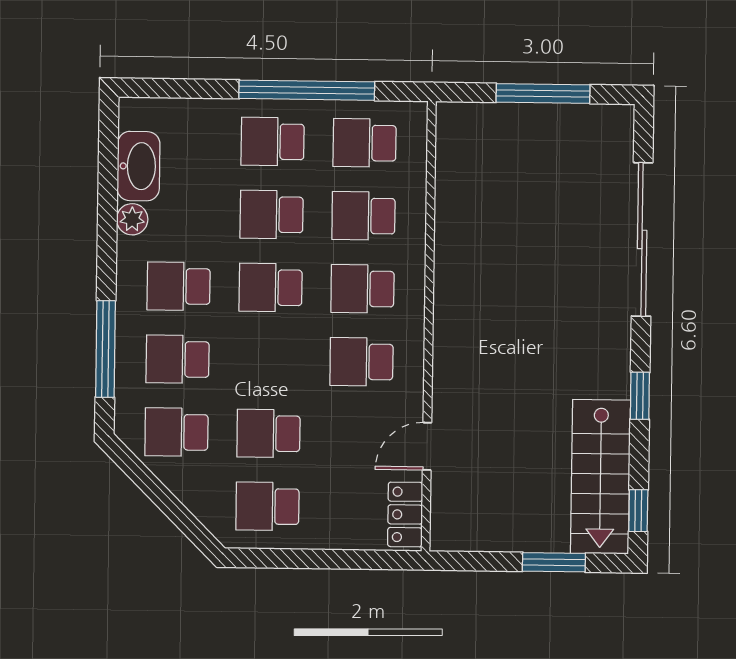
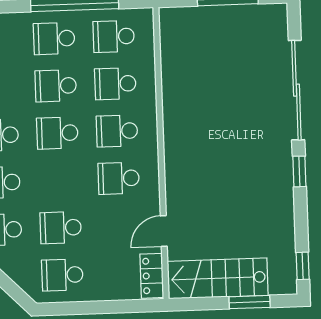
window: (640, 396) -> (299, 171), moved
stairs: (600, 477) -> (218, 278), moved, turned 90

